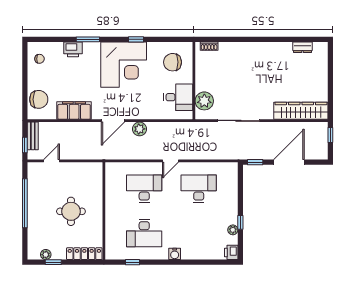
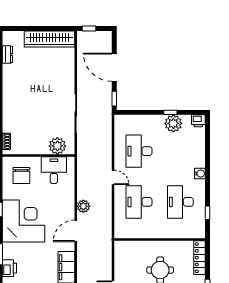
wardrobe: (301, 111) -> (49, 39), moved, turned -90
door: (113, 121) -> (76, 231), swing flipped
plant: (233, 230) -> (173, 123), width x1.88, depth x1.88
desk: (144, 233) -> (180, 202), turned 180

